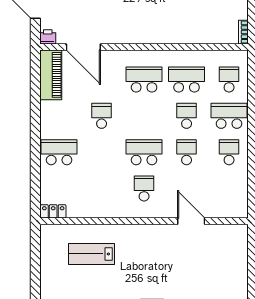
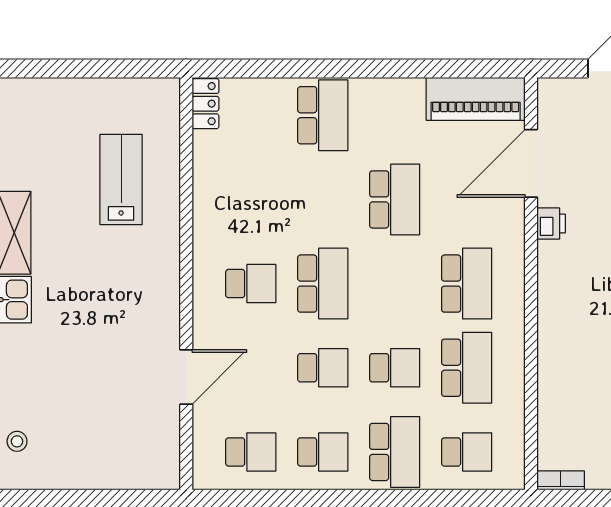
printer: (48, 37) -> (551, 224), moved
school desk: (102, 116) -> (395, 199), width x1.85
school desk: (229, 188) -> (251, 452), added

